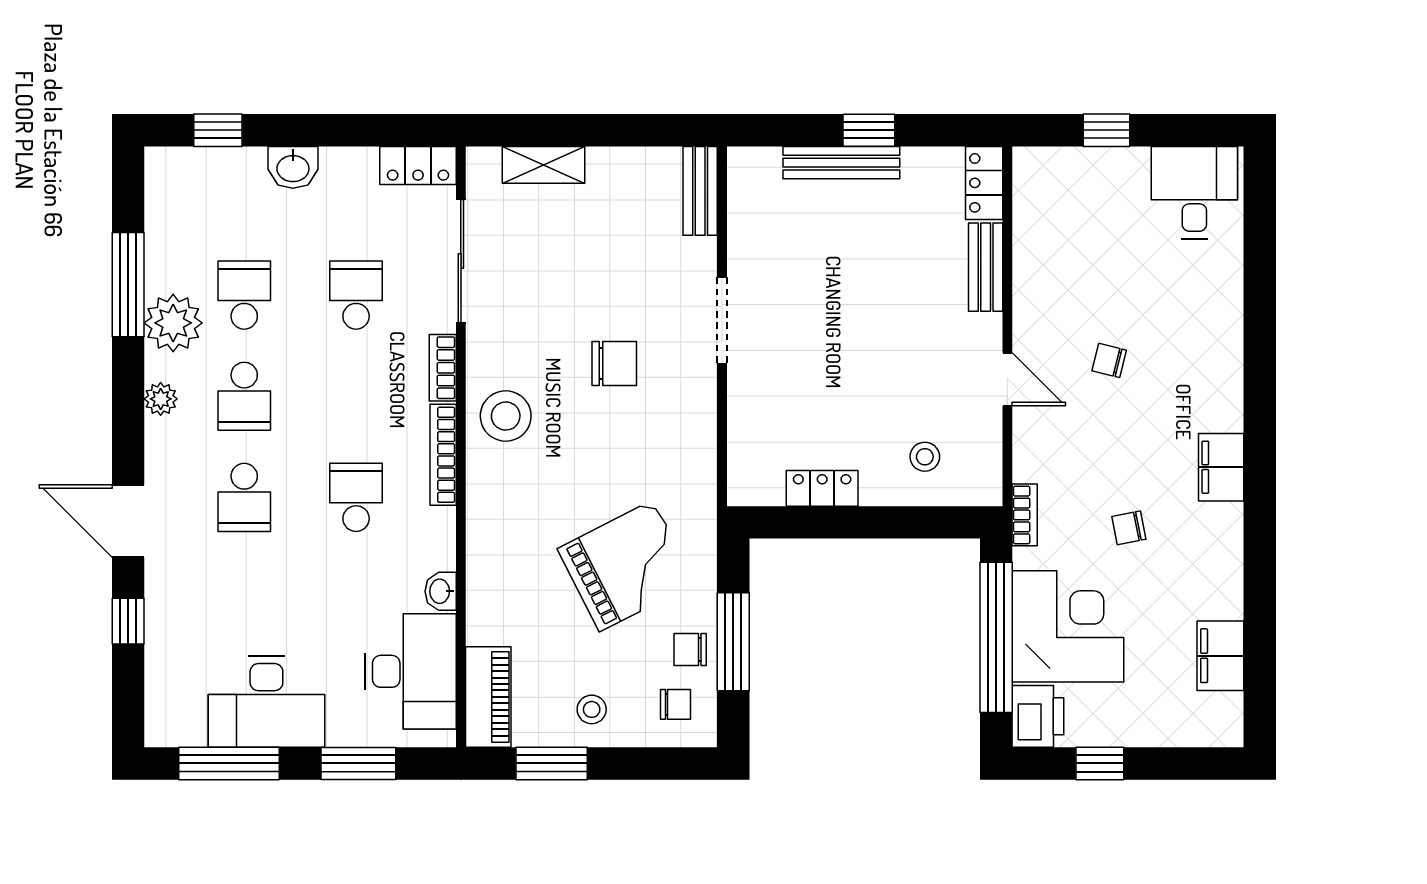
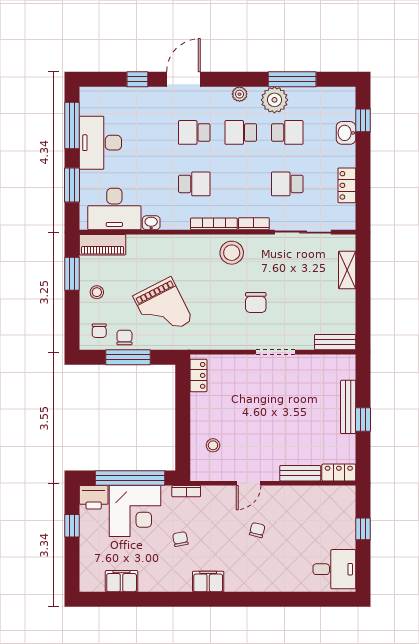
locker: (418, 165) -> (347, 185), moved
washbasin: (293, 167) -> (346, 133), moved
school desk: (356, 295) -> (287, 184), turned 180
locker: (822, 488) -> (198, 375), moved

